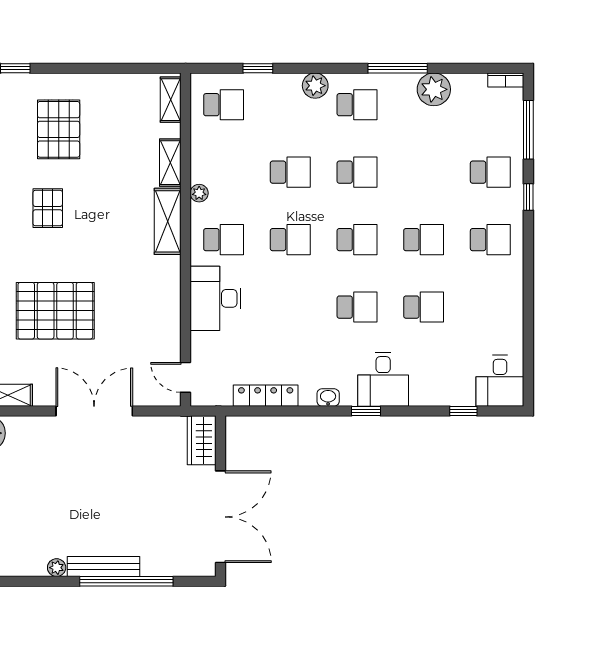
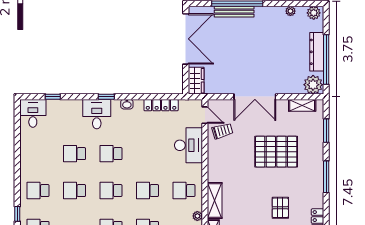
desk: (216, 298) -> (188, 145), moved
trolley: (154, 349) -> (222, 131), added
double door: (221, 517) -> (186, 39), swing flipped
bench: (104, 567) -> (234, 12), moved
plant: (57, 568) -> (290, 11), moved

